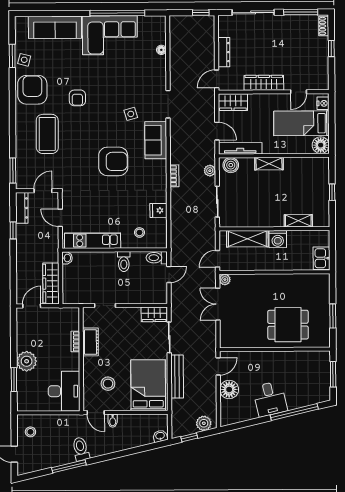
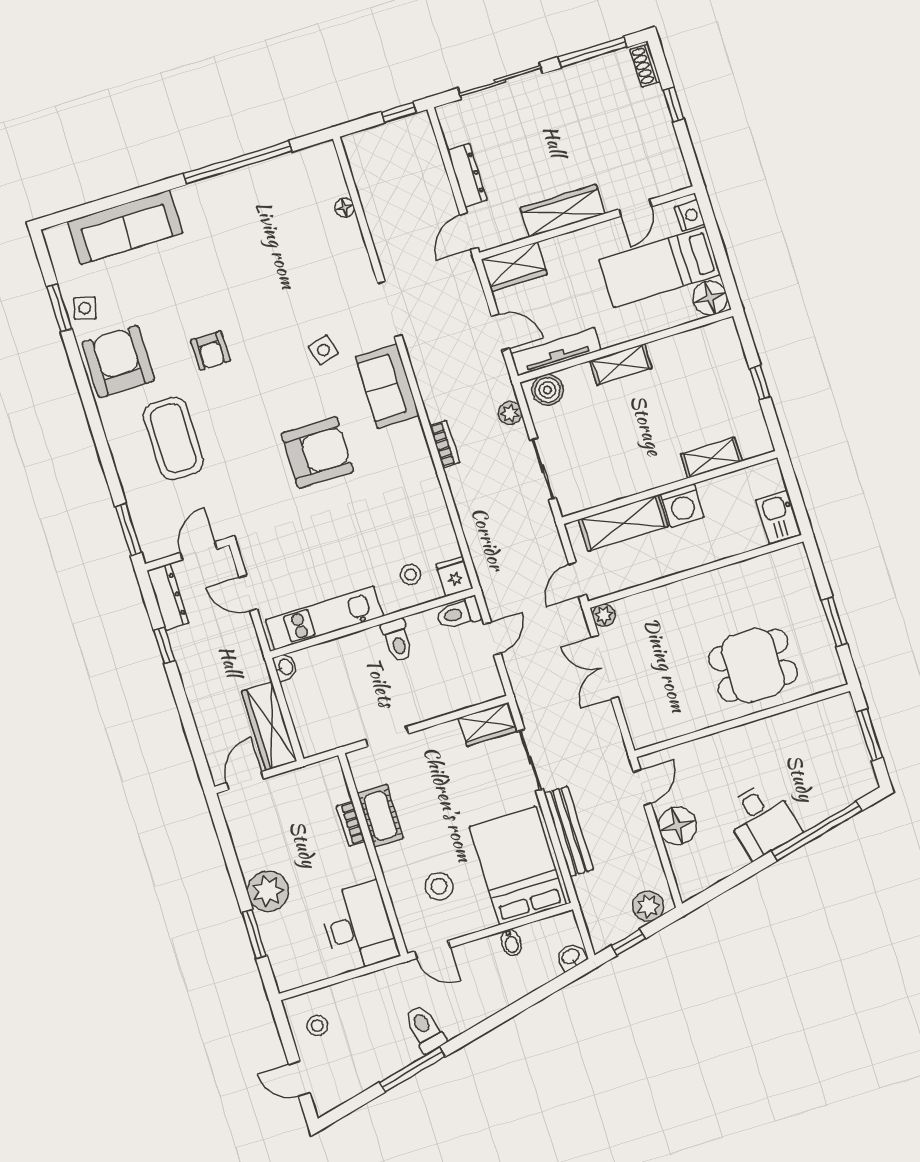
corner sofa: (110, 35) -> (236, 210), removed
fridge: (158, 210) -> (454, 576), moved, turned 90
bidet: (113, 421) -> (511, 943), moved

